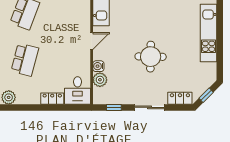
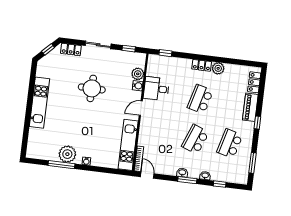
desk: (78, 90) -> (156, 89), moved, turned -90
locker: (52, 99) -> (202, 65), moved
window: (71, 107) -> (165, 53), added

